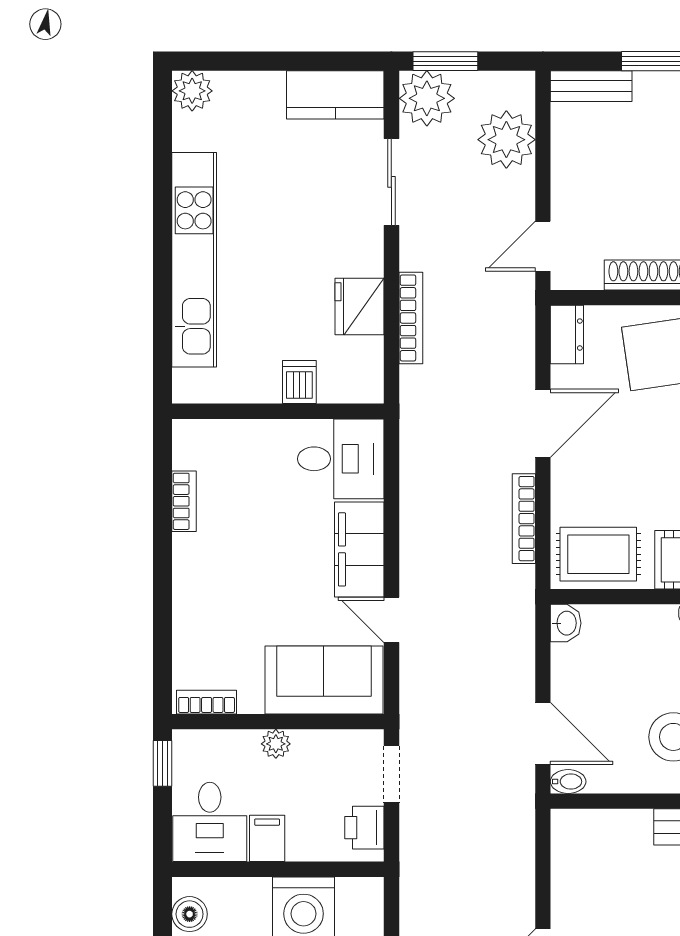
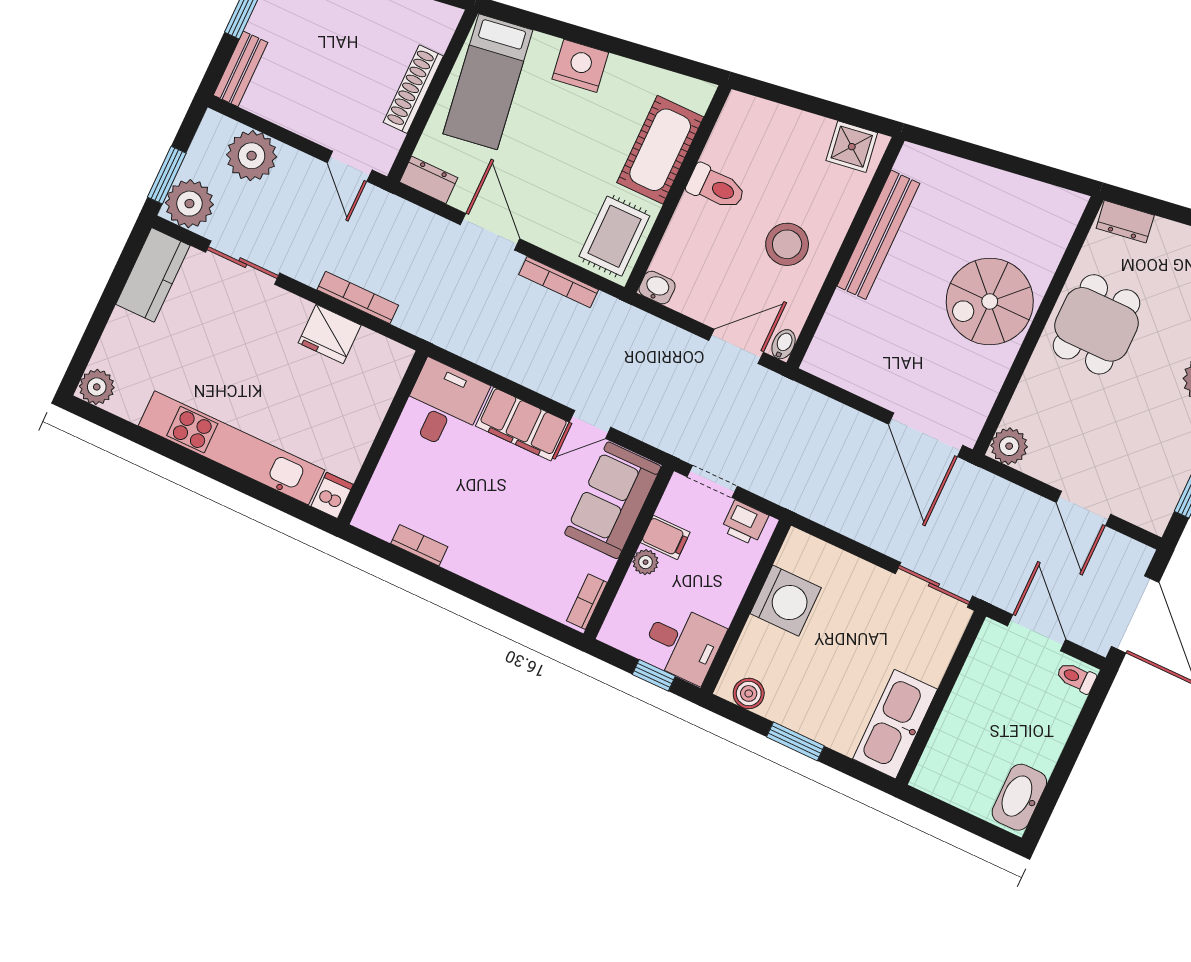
dishwasher: (299, 382) -> (332, 495), moved, turned 90
window: (162, 763) -> (654, 675), moved
filing cabinet: (267, 838) -> (665, 537), moved, turned 180

